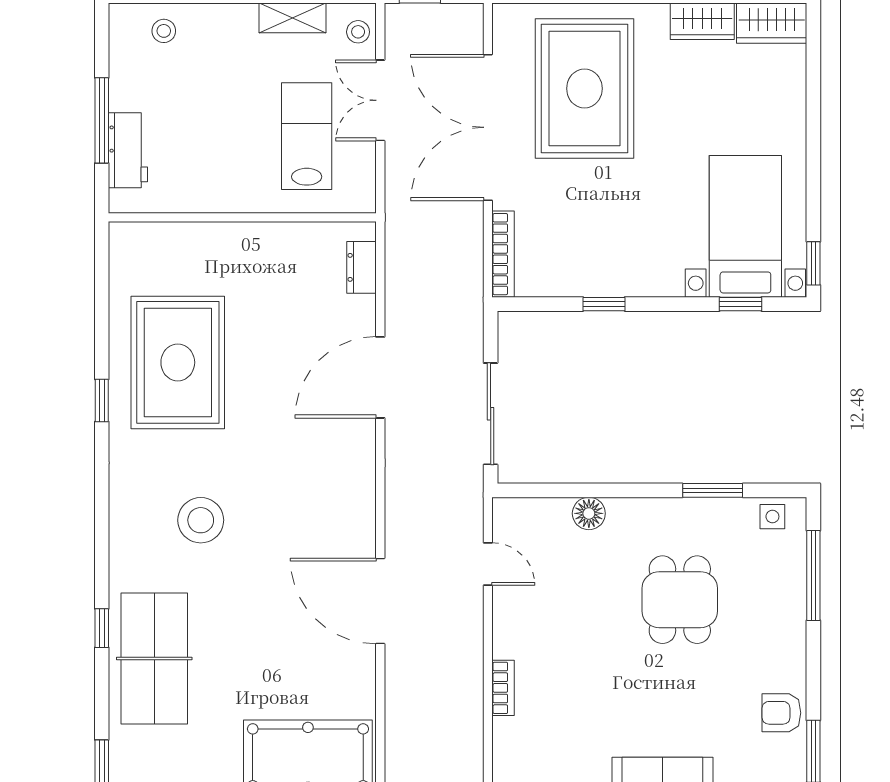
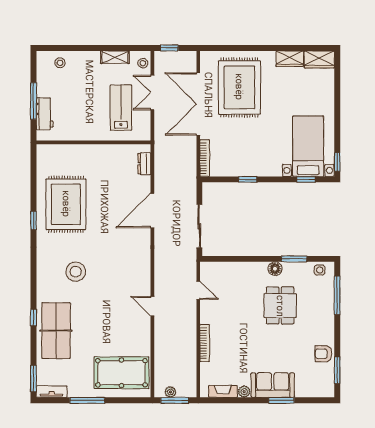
floor lamp: (589, 513) -> (275, 269), moved
door: (380, 601) -> (152, 306), width x0.53
bookcase: (503, 688) -> (205, 343), width x1.56

